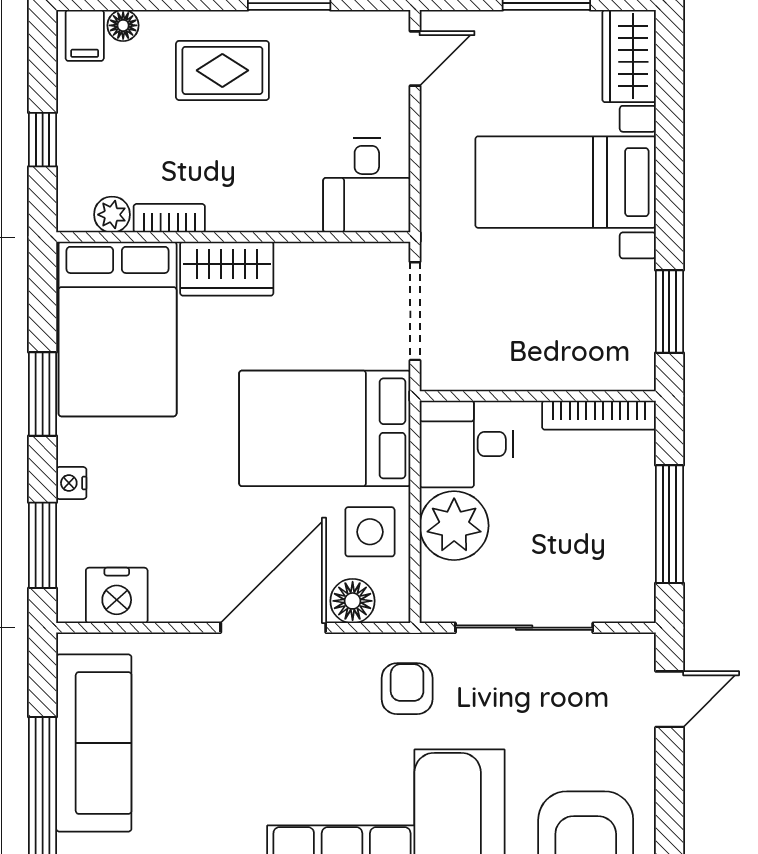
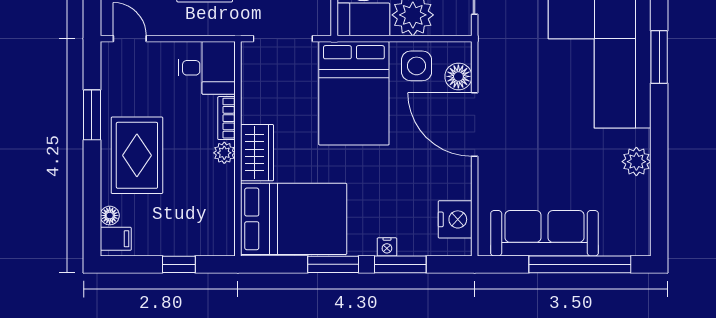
rug: (222, 70) -> (137, 155), width x1.36, depth x1.43
plant: (112, 215) -> (224, 153), moved
bookcase: (169, 218) -> (226, 118), moved
window: (43, 545) -> (400, 264), moved
armchair: (407, 689) -> (512, 43), removed

